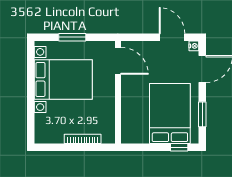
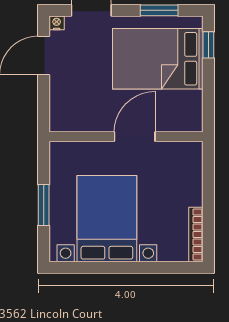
door: (118, 61) -> (135, 137), moved
bookcase: (83, 139) -> (196, 235), moved

